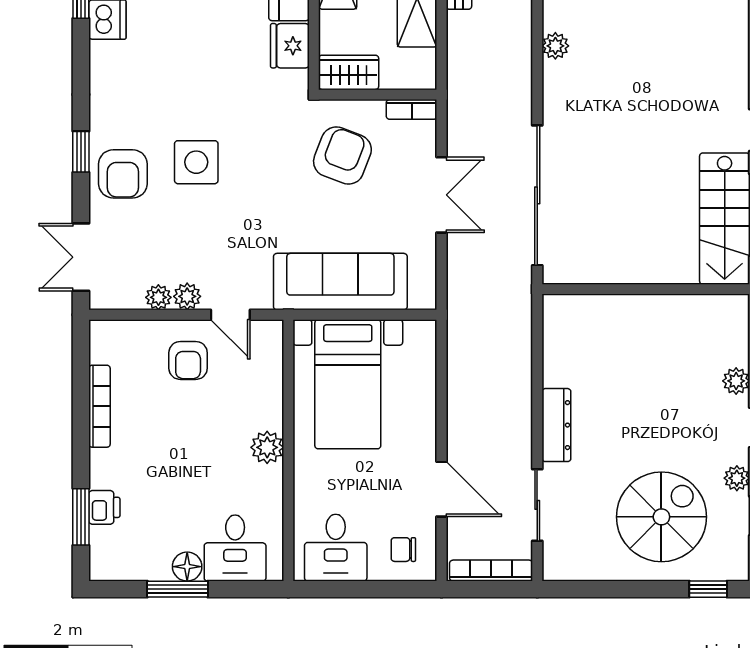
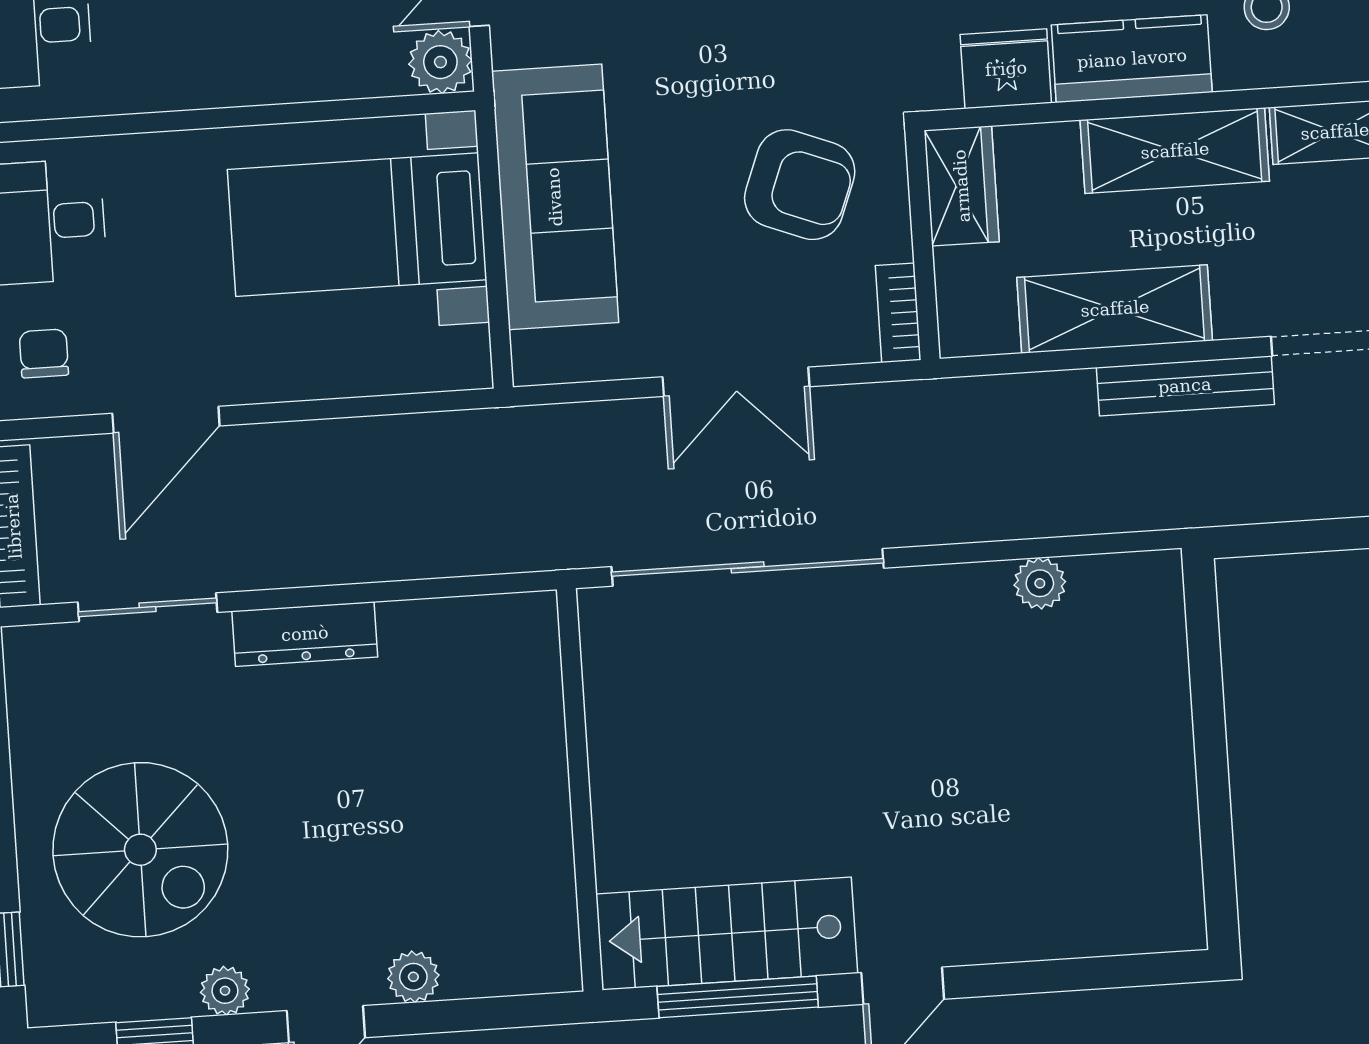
plant: (267, 447) -> (440, 62), moved

